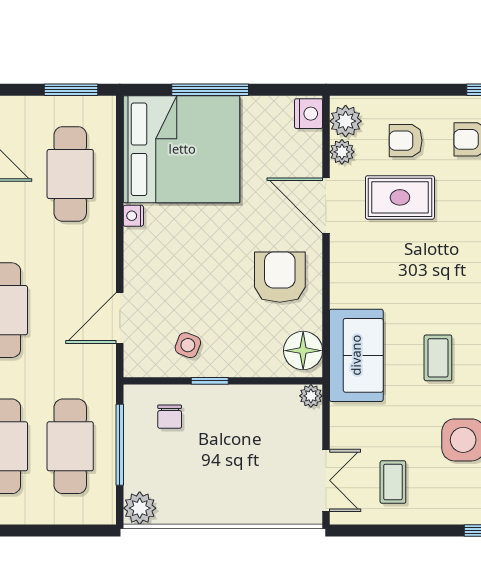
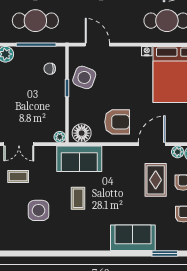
side table: (188, 345) -> (84, 77), width x1.87, depth x1.87
coffee table: (438, 358) -> (78, 198), turned 90

